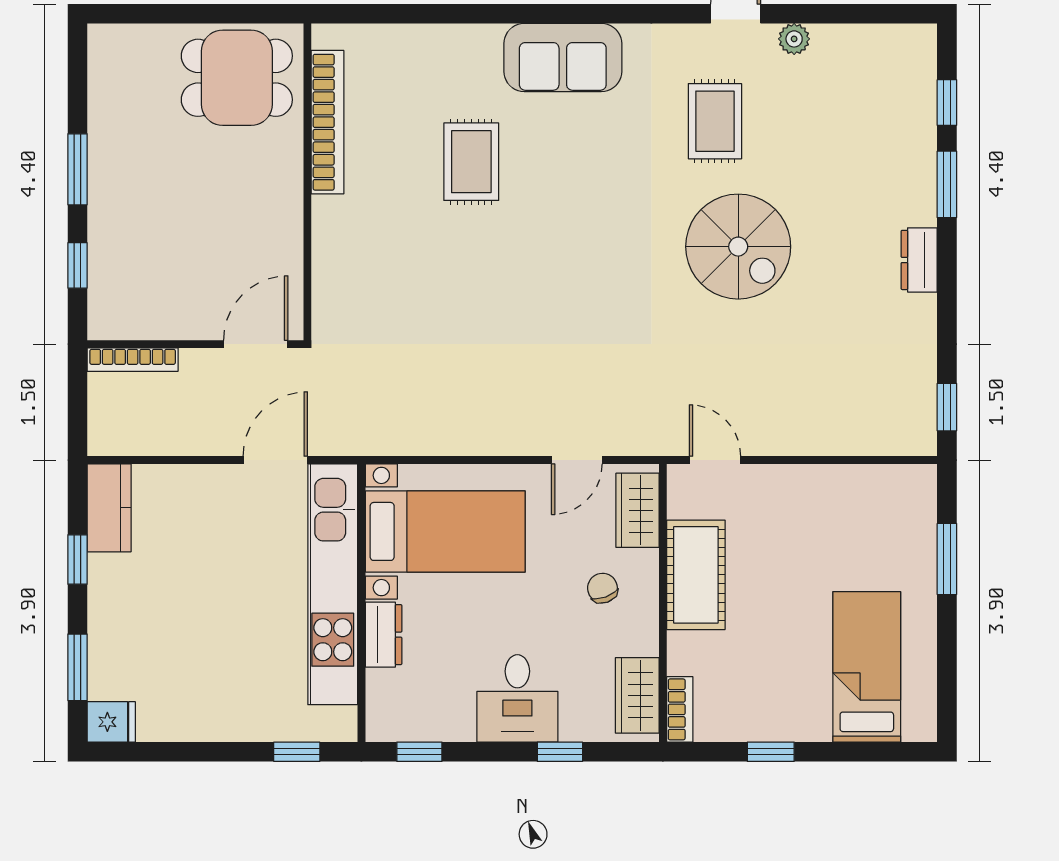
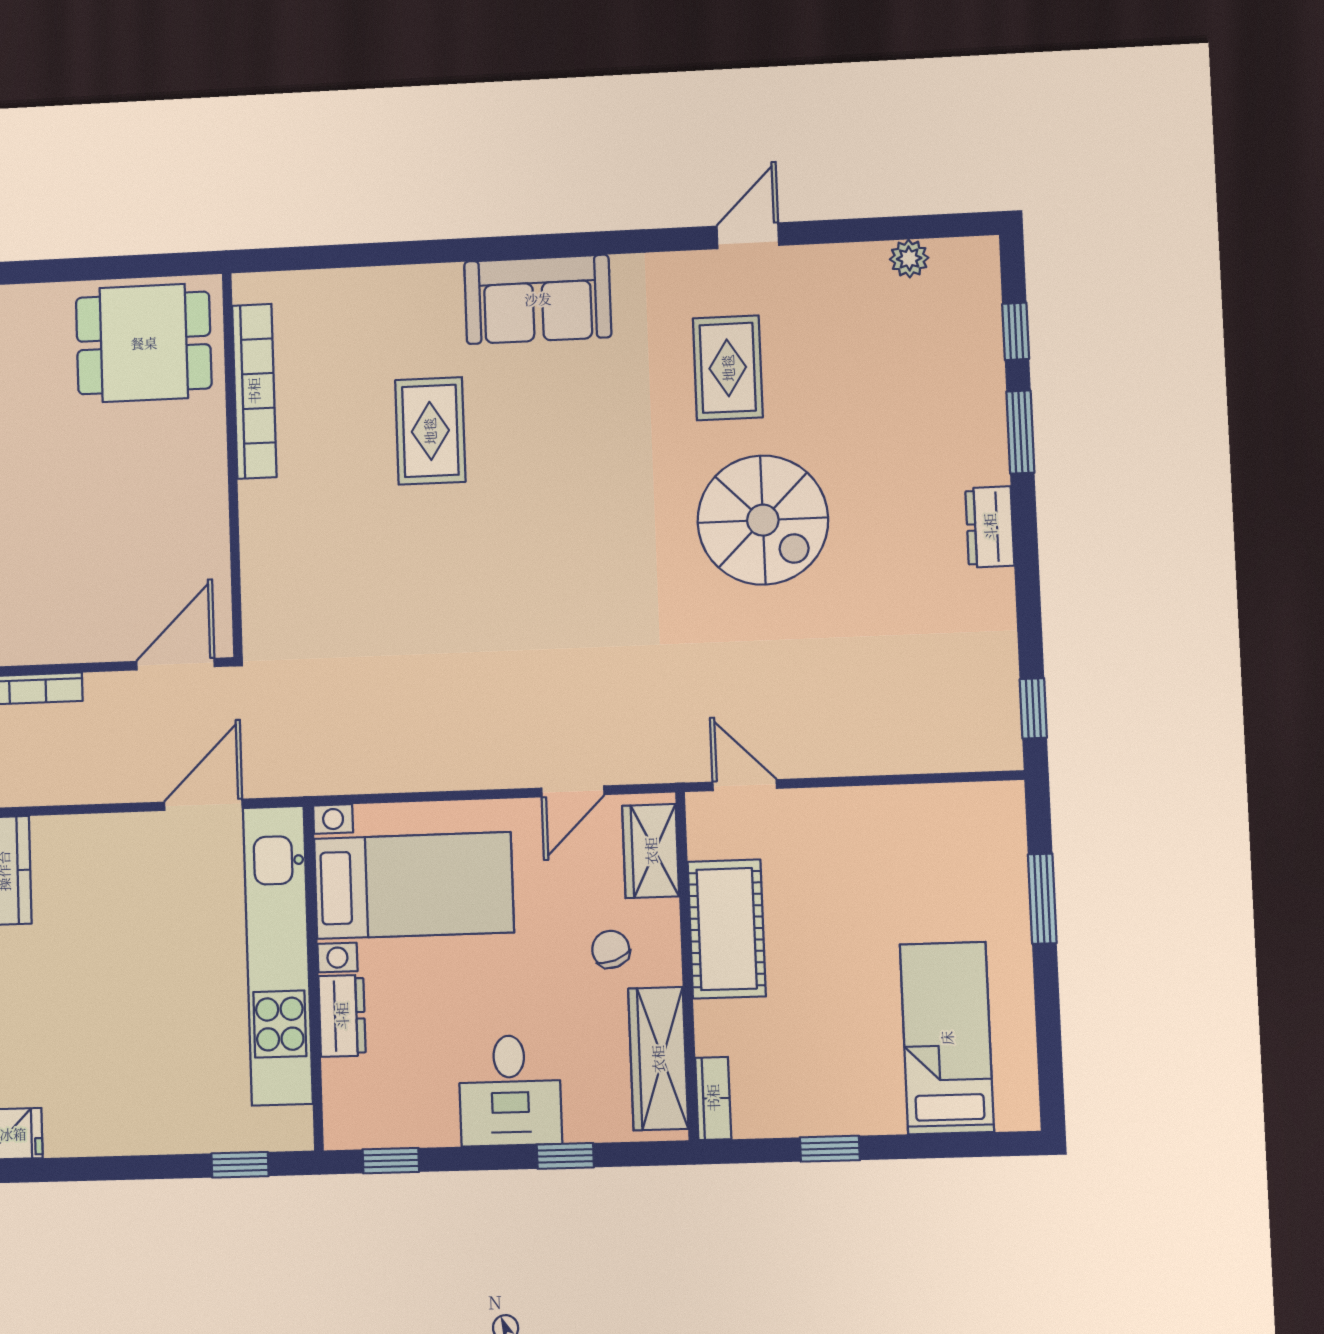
plant: (794, 39) -> (909, 259), moved
wardrobe: (637, 695) -> (658, 1059), width x1.50

